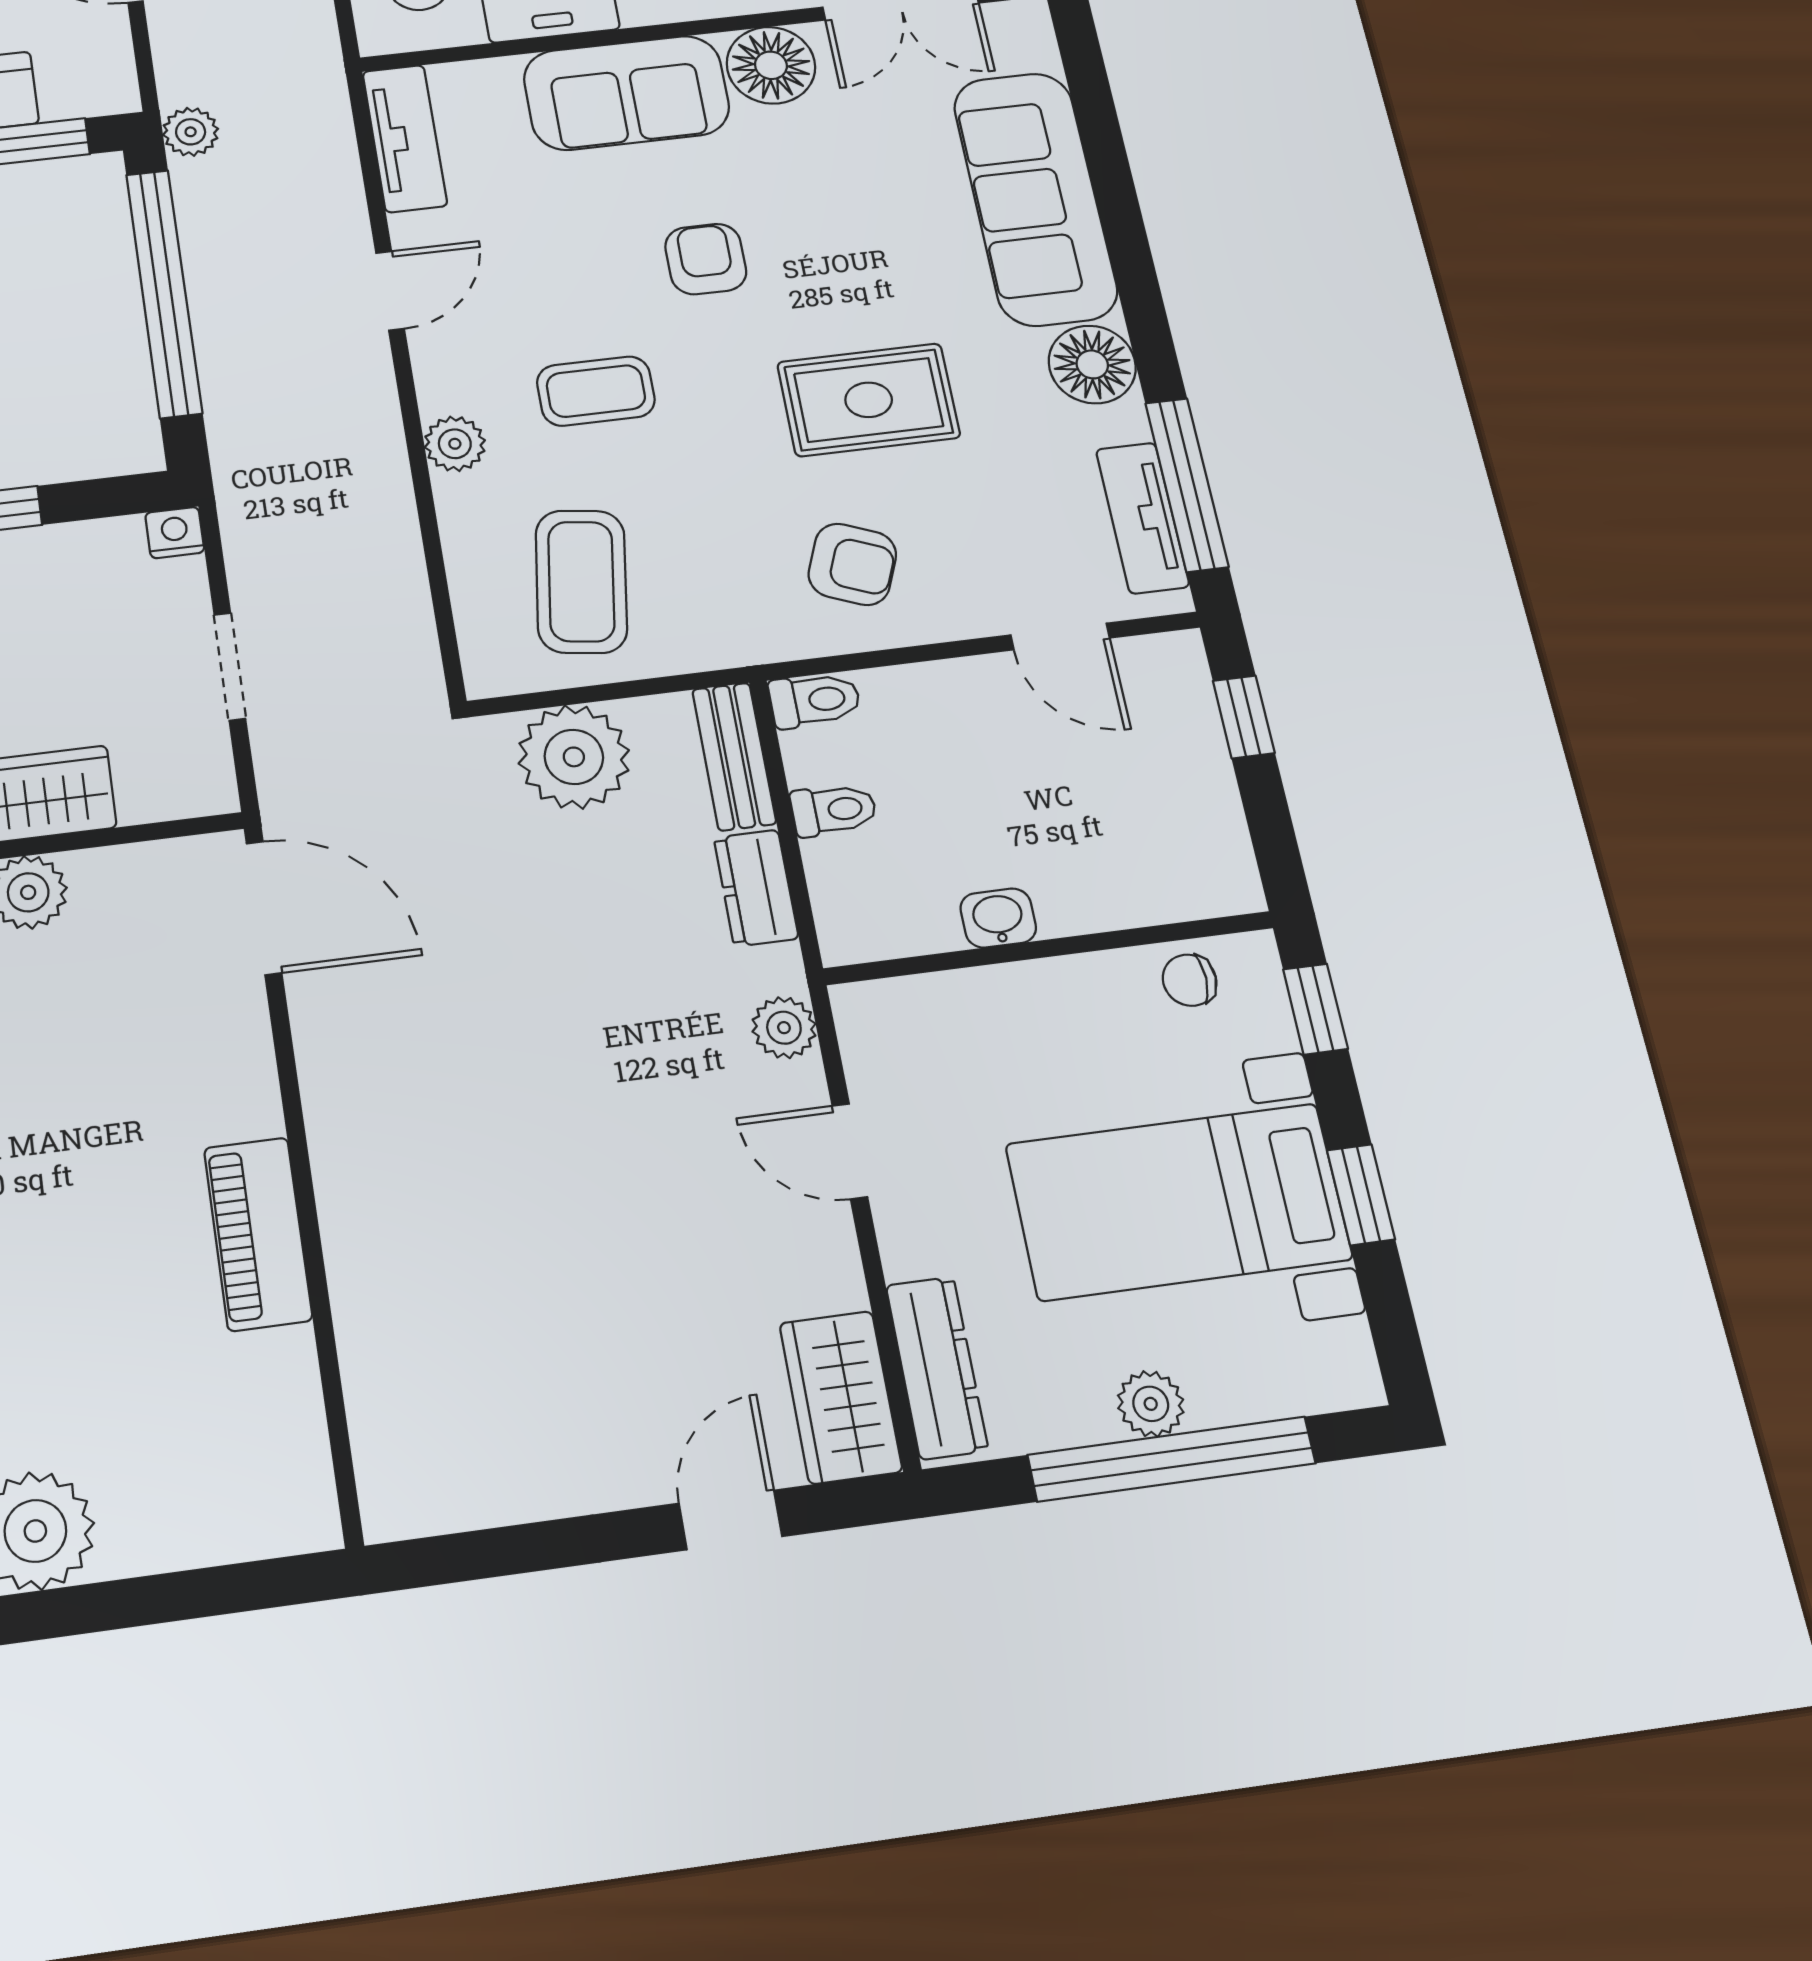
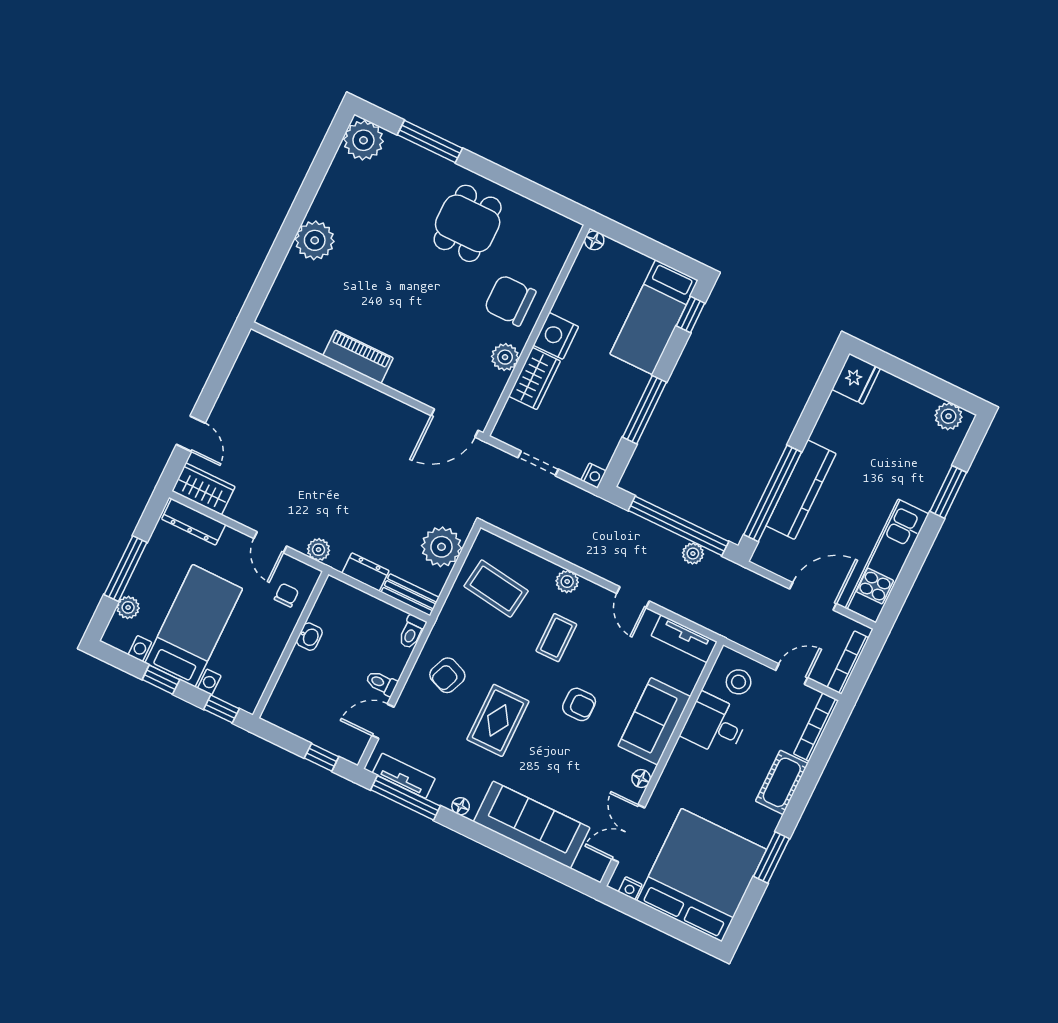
floor lamp: (771, 65) -> (641, 779), width x0.53, depth x0.53
plant: (191, 132) -> (693, 553), moved
floor lamp: (1092, 364) -> (461, 806), width x0.53, depth x0.53
toilet: (834, 810) -> (381, 683), moved, turned 90
chair: (1190, 980) -> (286, 595), moved
door: (850, 1151) -> (270, 542), swing flipped
plant: (1151, 1404) -> (128, 607), moved
window: (1172, 1459) -> (126, 569), width x0.68

